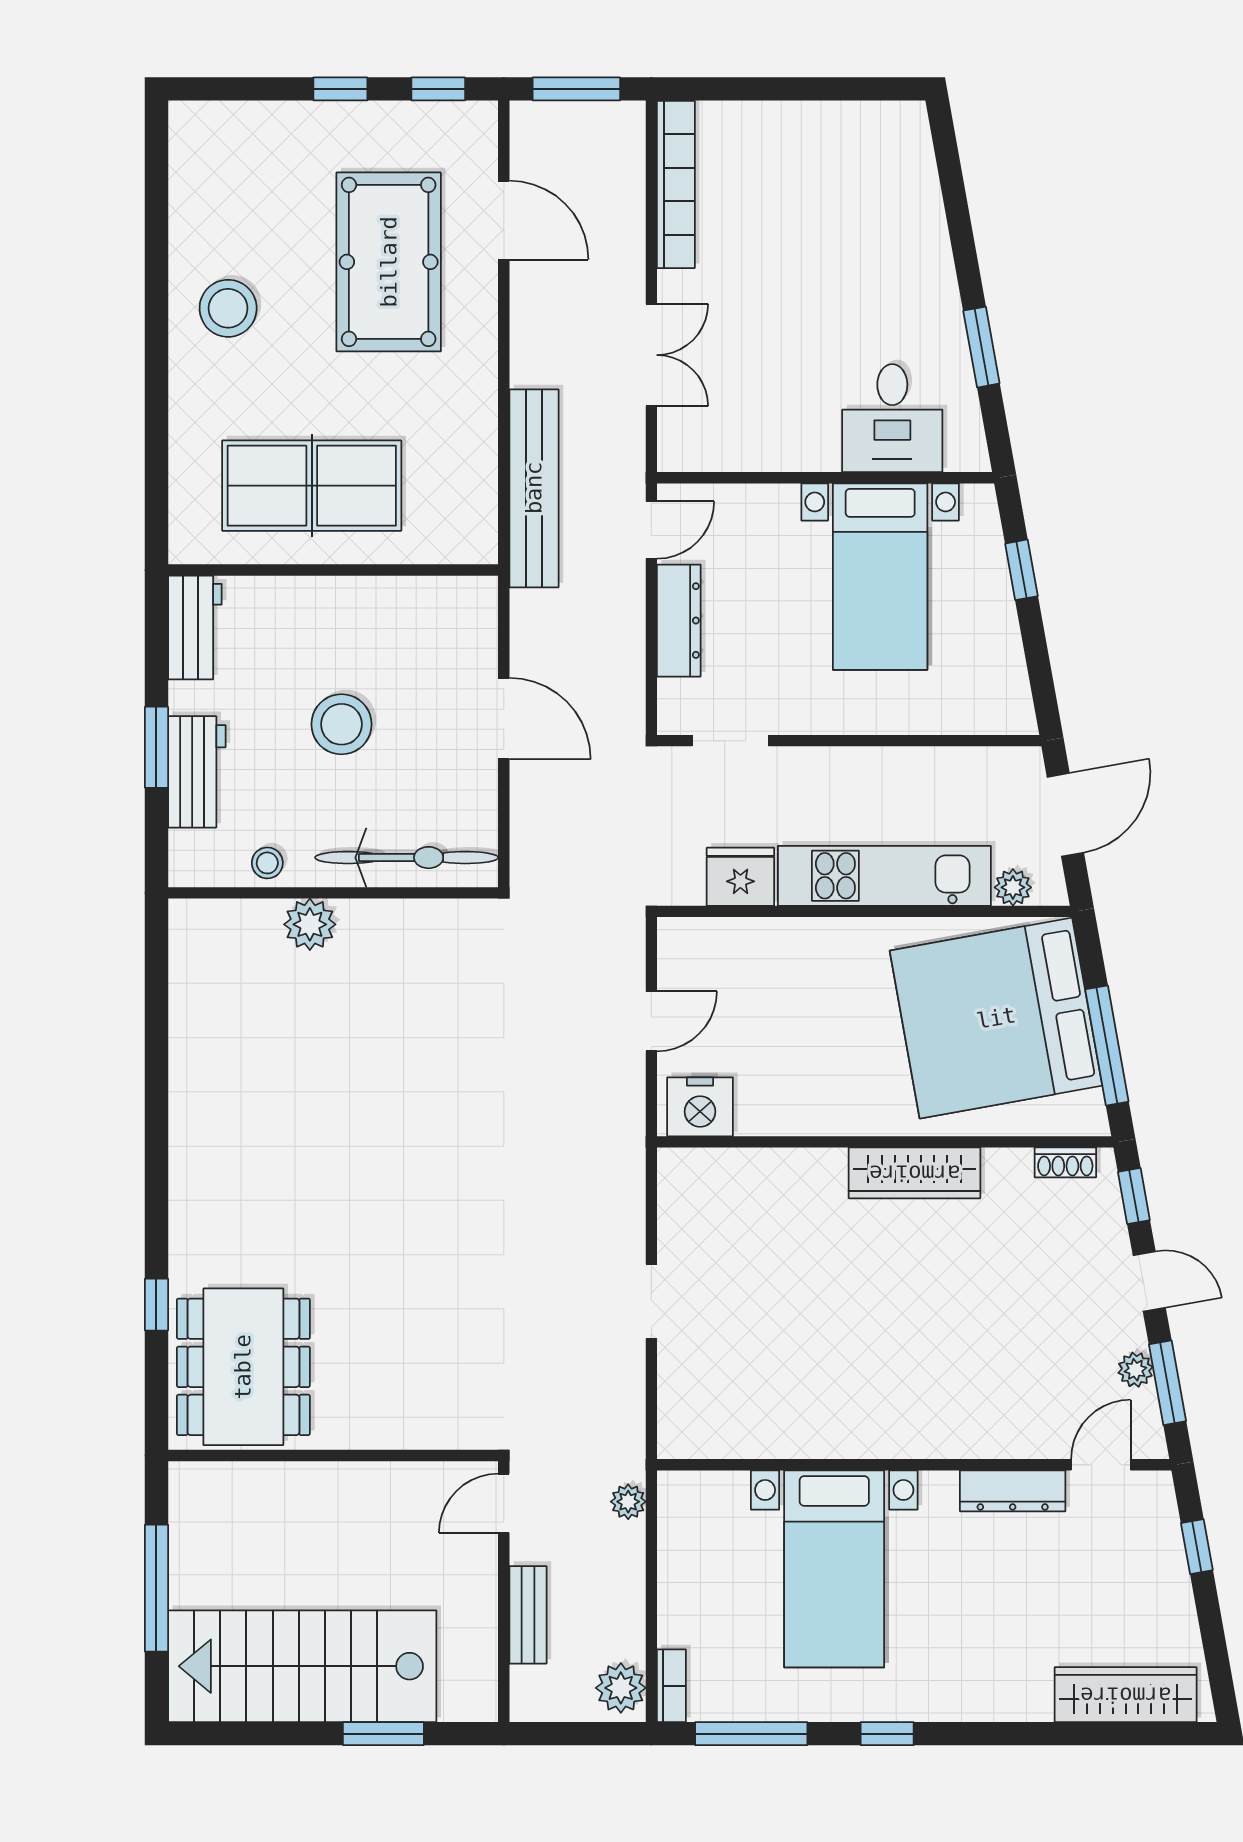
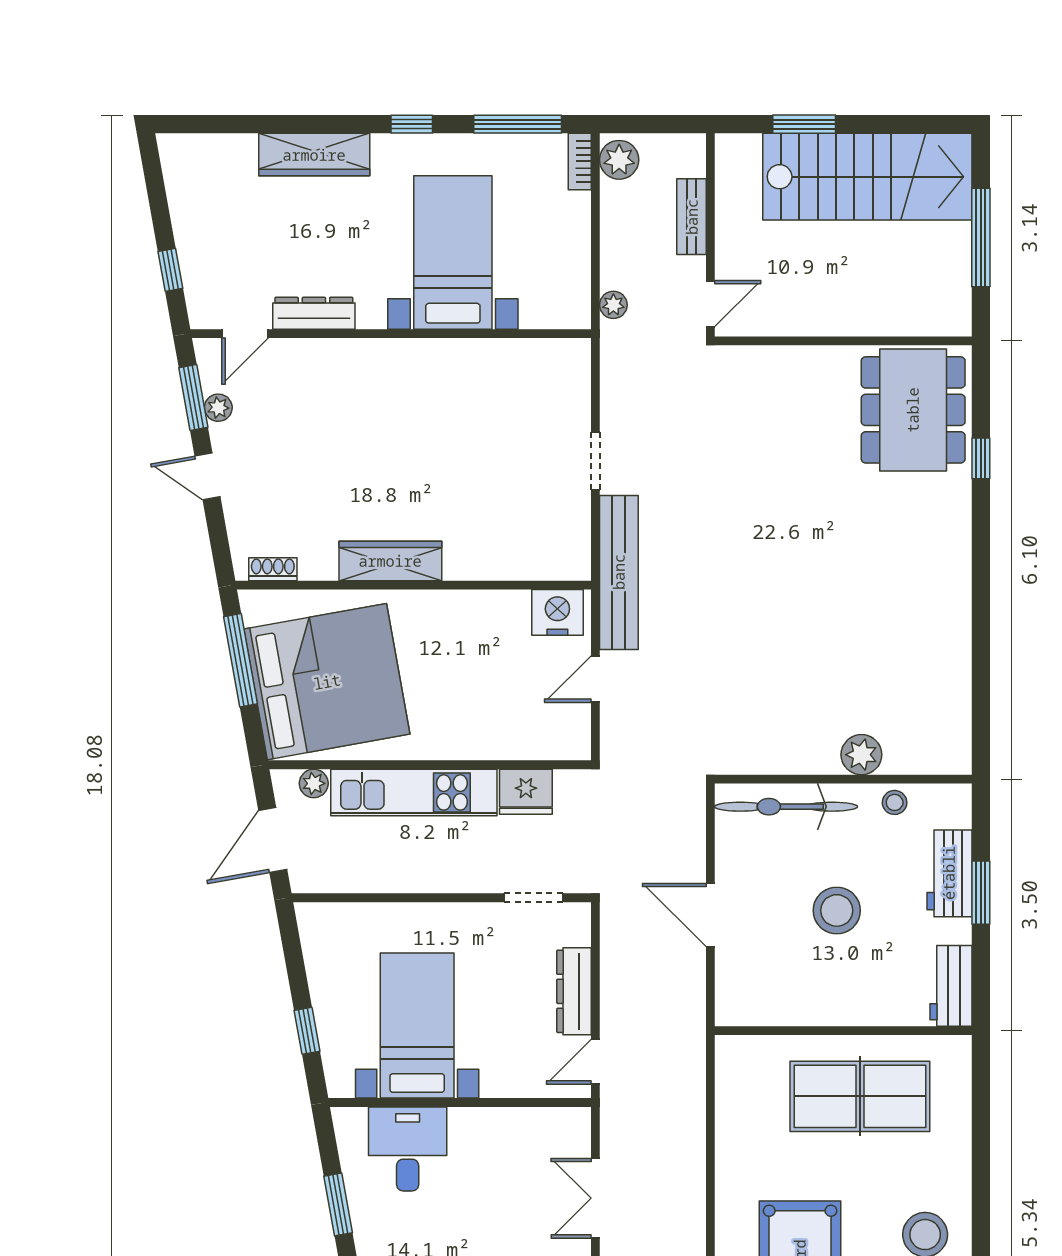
bench: (534, 488) -> (619, 572), moved
window: (1134, 1196) -> (219, 543), removed
wardrobe: (1126, 1695) -> (314, 155), moved

